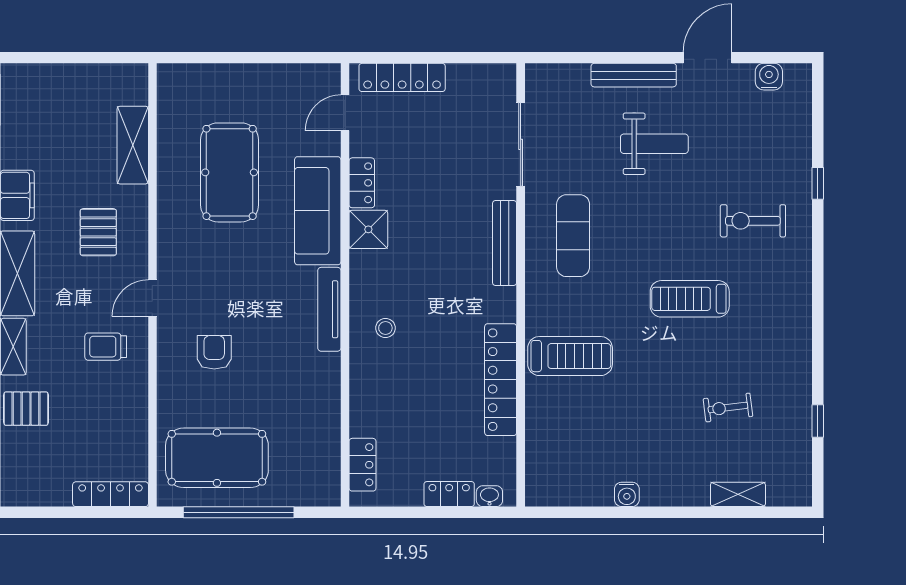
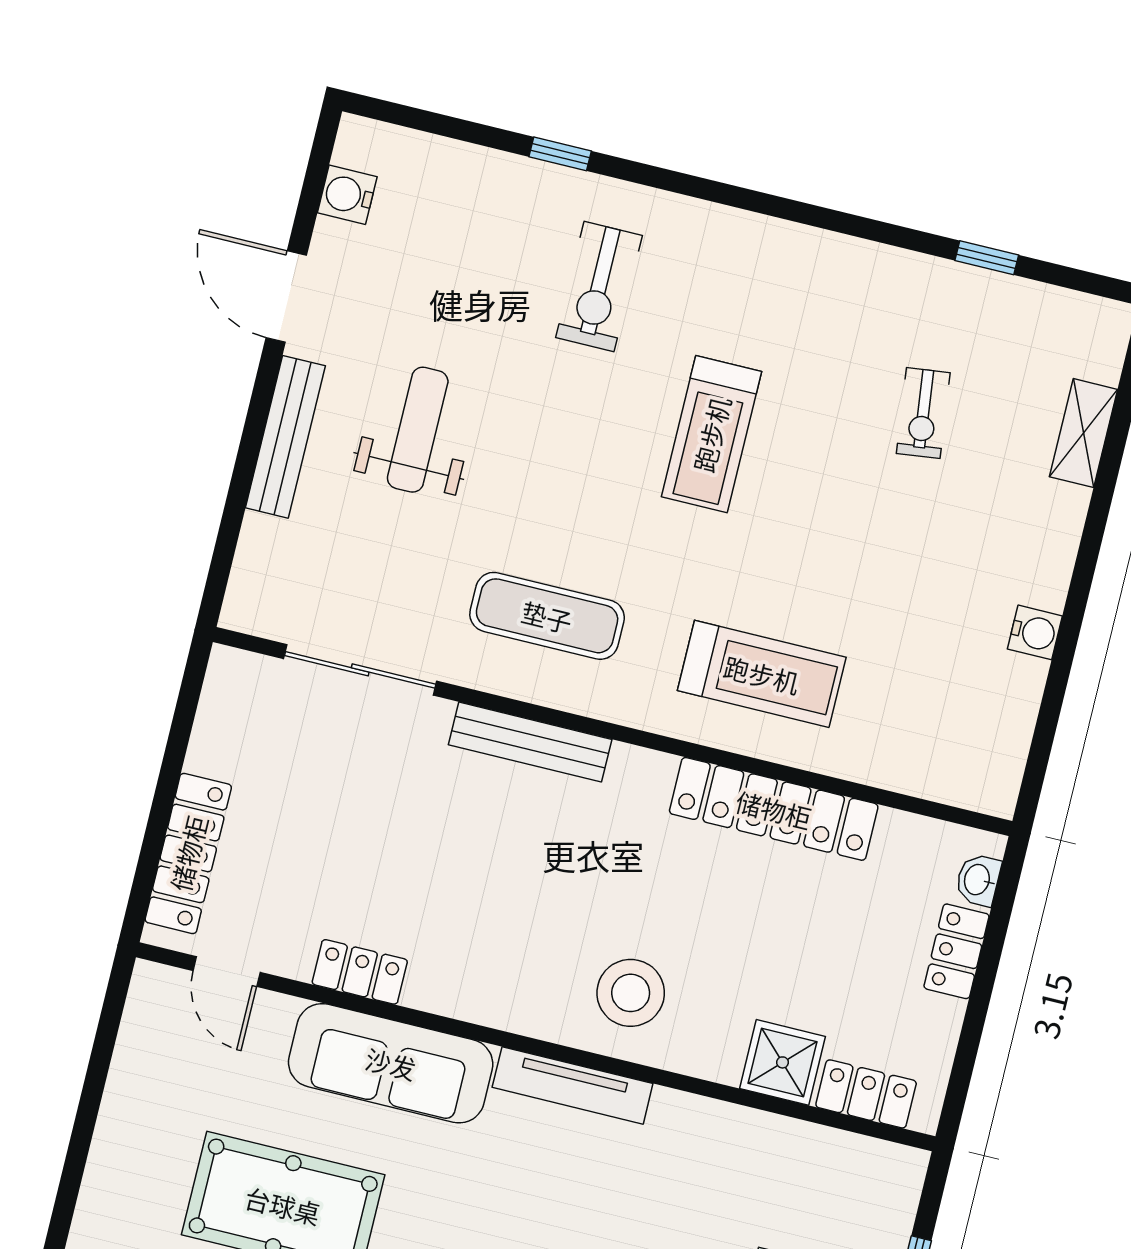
shower: (368, 229) -> (782, 1062), moved
stool: (385, 328) -> (631, 993), width x1.89, depth x1.89
treadmill: (570, 356) -> (762, 674), turned 90

